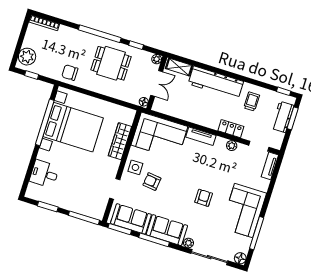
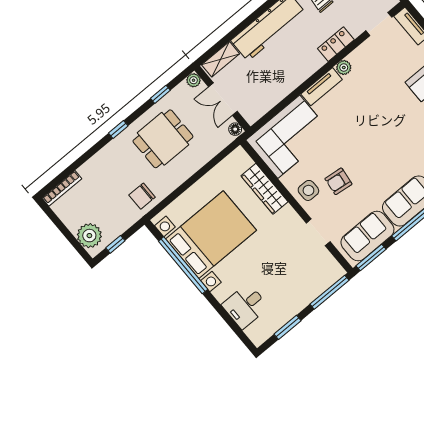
window: (100, 34) -> (118, 129), width x0.32
double door: (157, 83) -> (223, 99), swing flipped
plant: (232, 146) -> (344, 67), moved
armchair: (204, 198) -> (398, 131), removed

